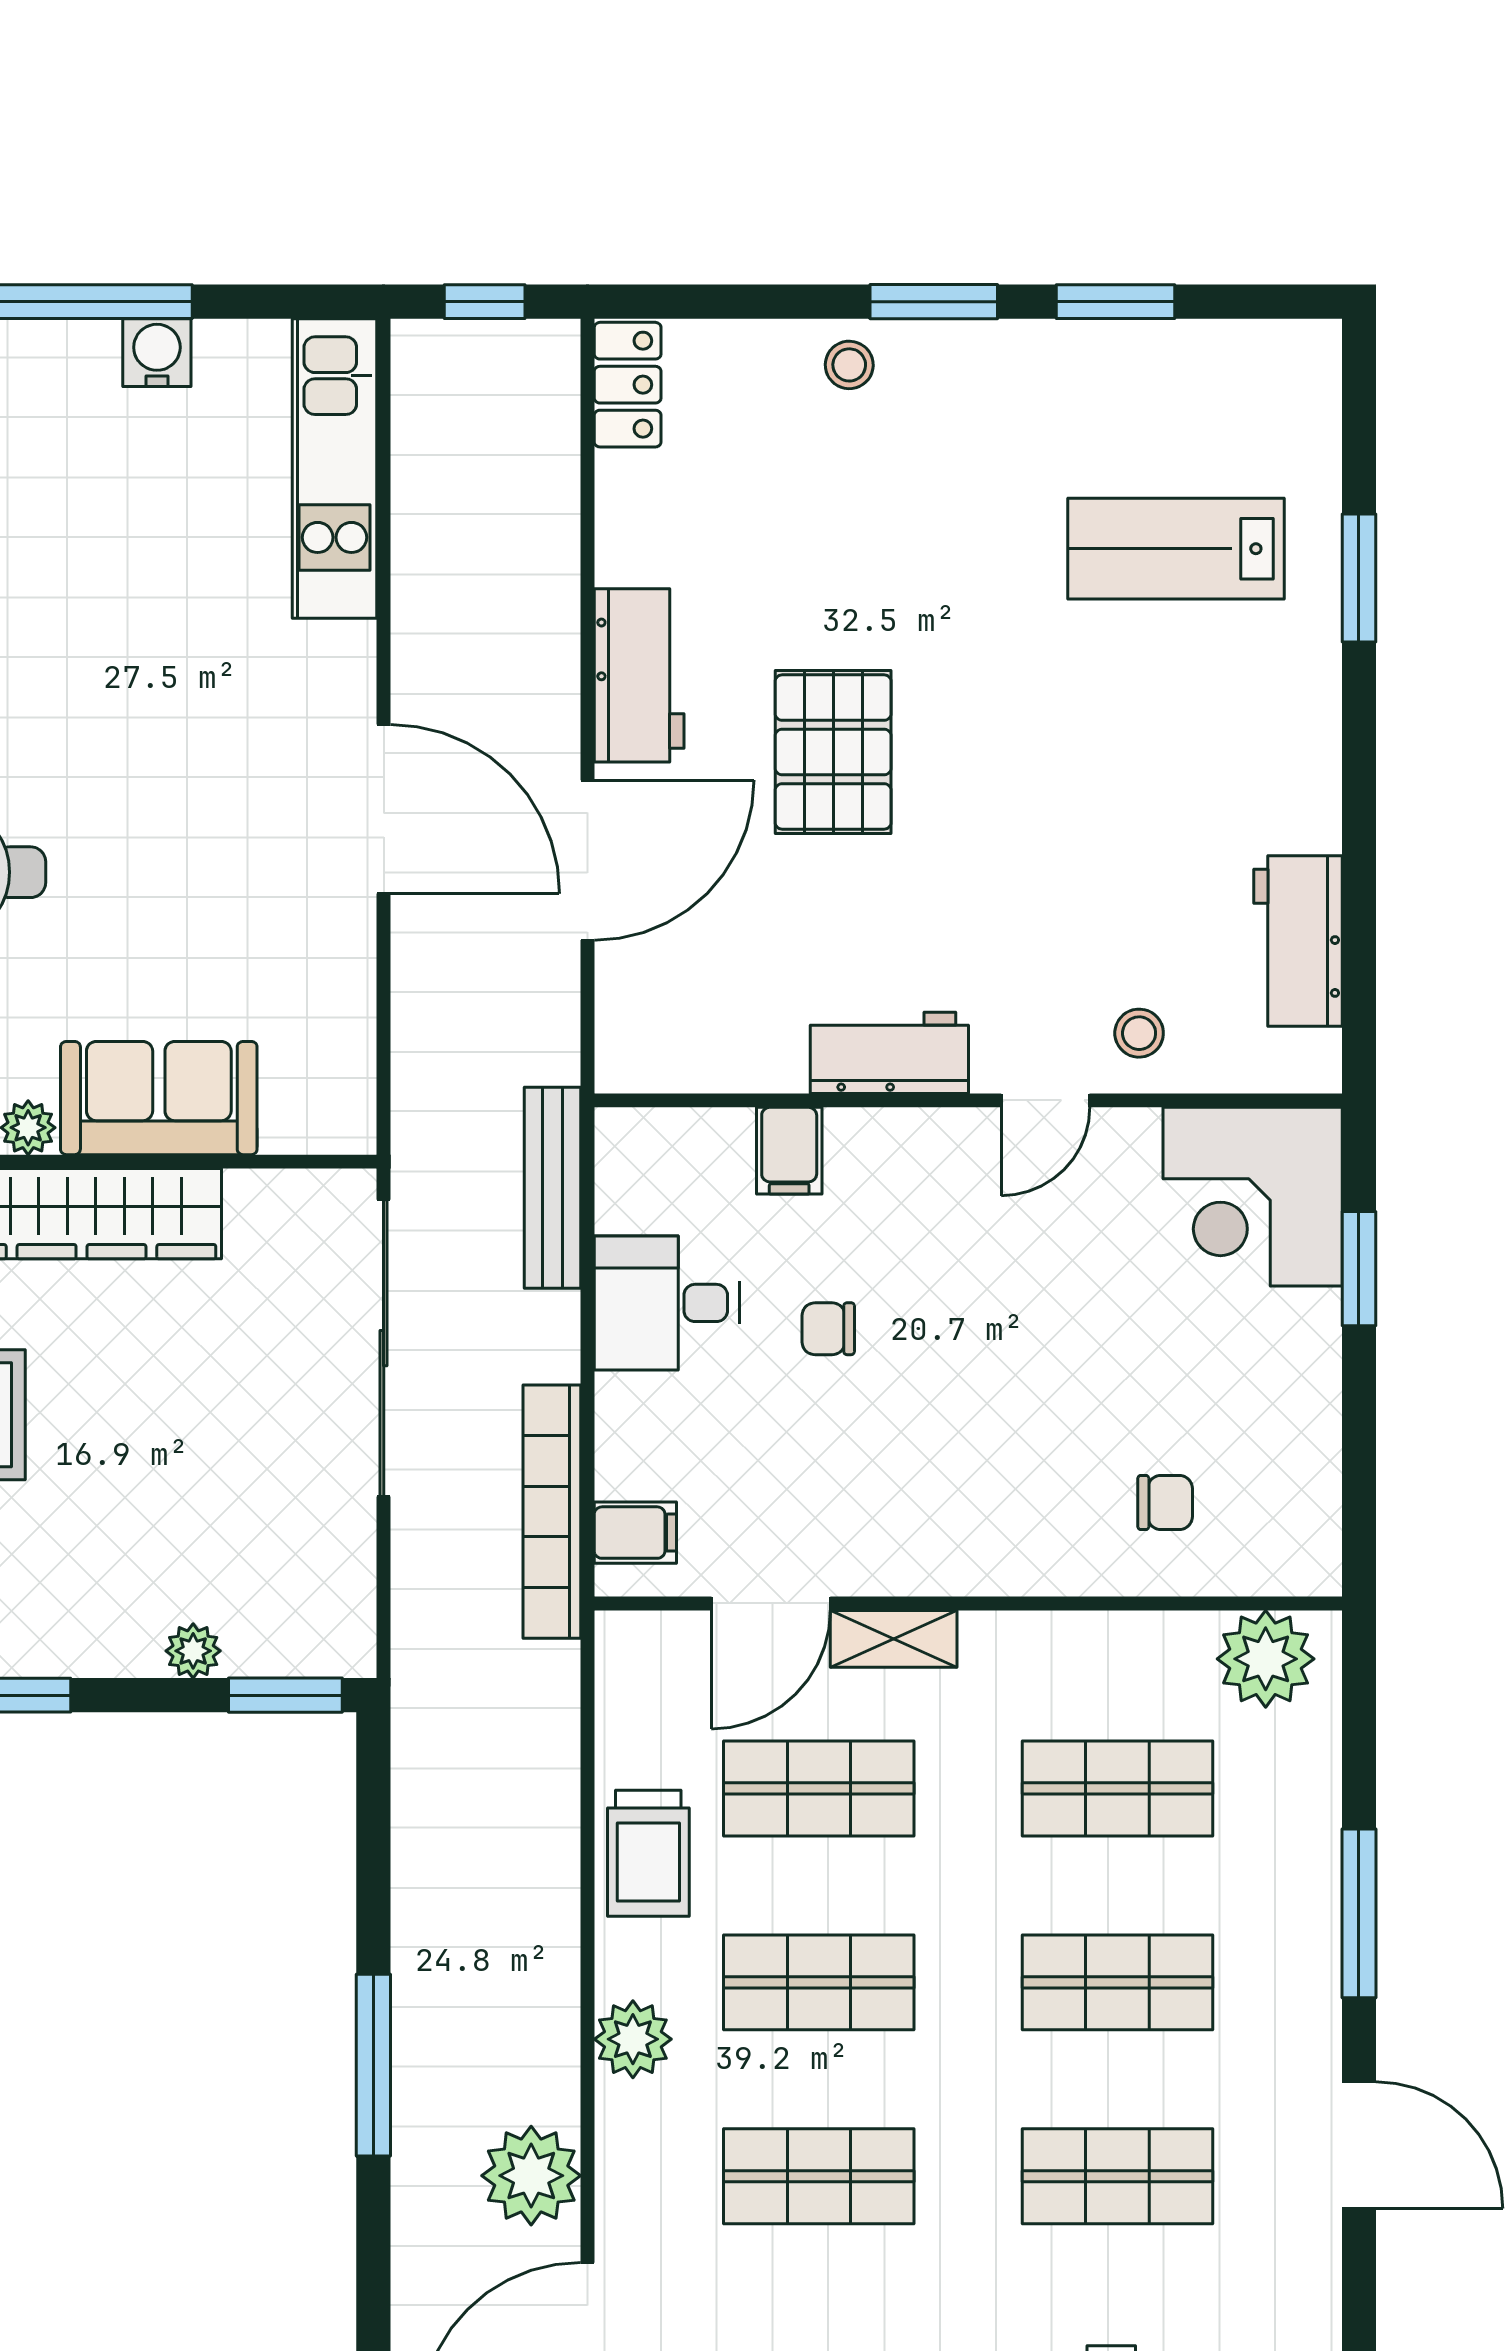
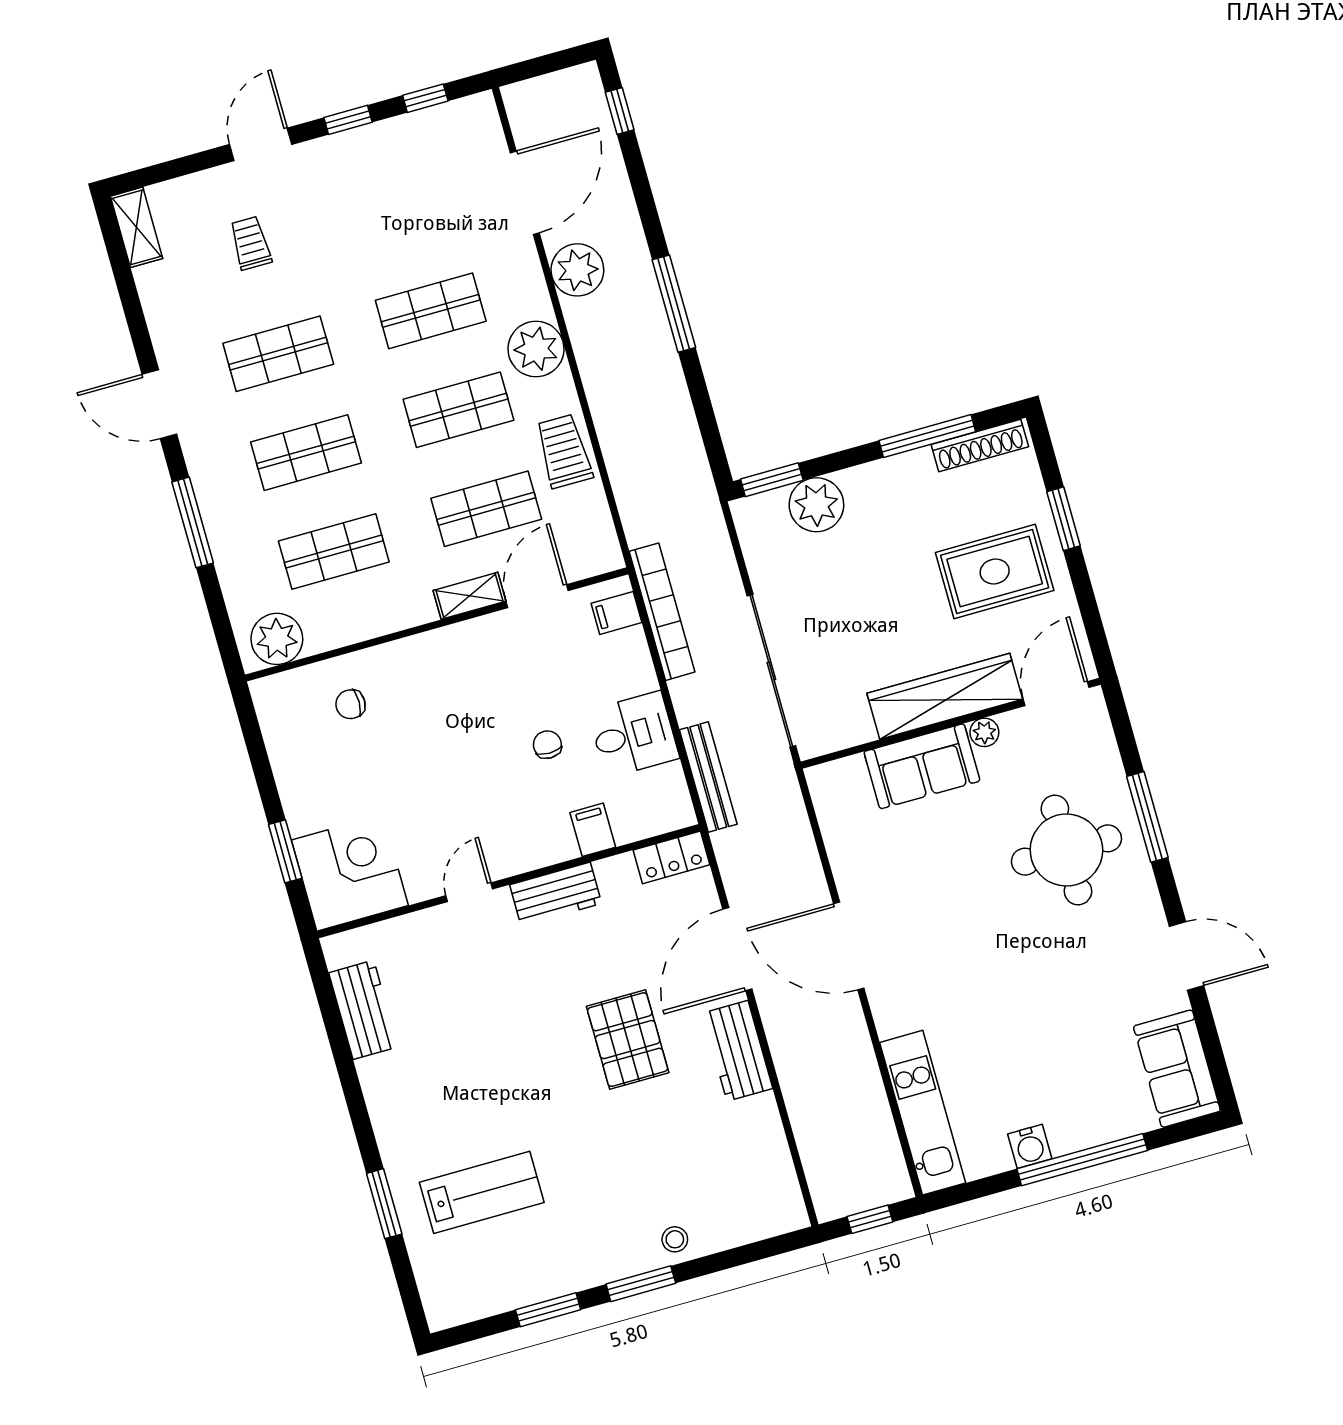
locker: (628, 385) -> (672, 857), moved, turned -90
stool: (1139, 1033) -> (431, 940), removed
chair: (828, 1329) -> (547, 745), turned -90
plant: (193, 1651) -> (816, 505), width x1.88, depth x1.88
plant: (633, 2039) -> (536, 349), width x1.36, depth x1.36

